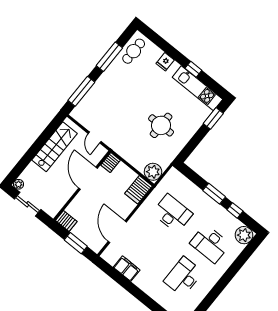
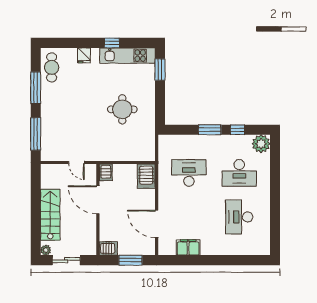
stairs: (54, 147) -> (50, 215), moved
plant: (153, 172) -> (146, 152), removed

